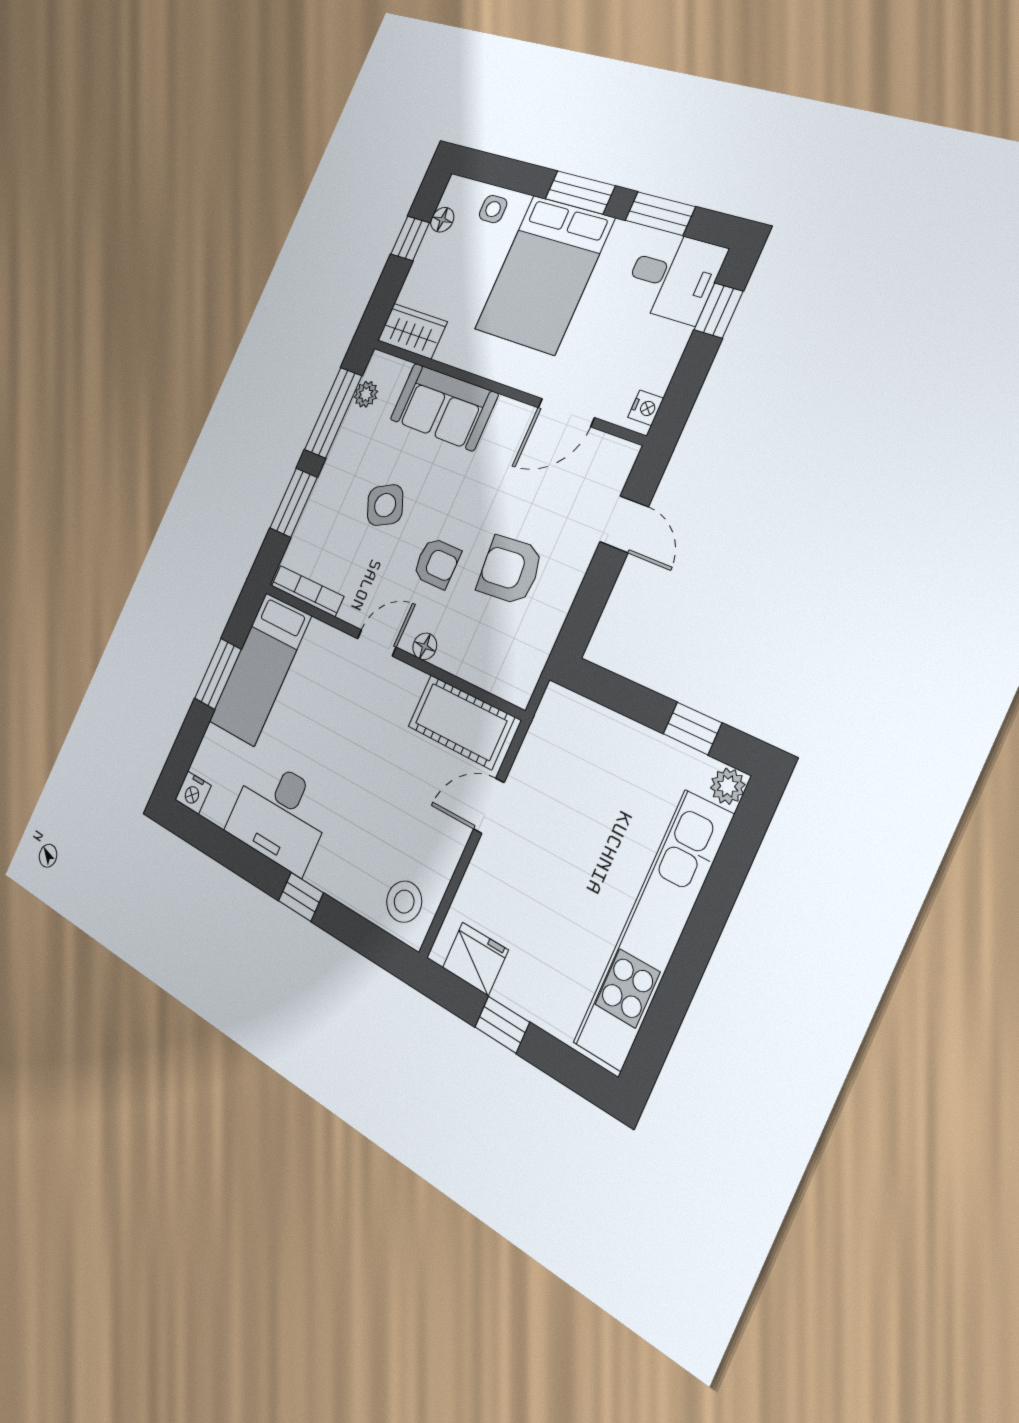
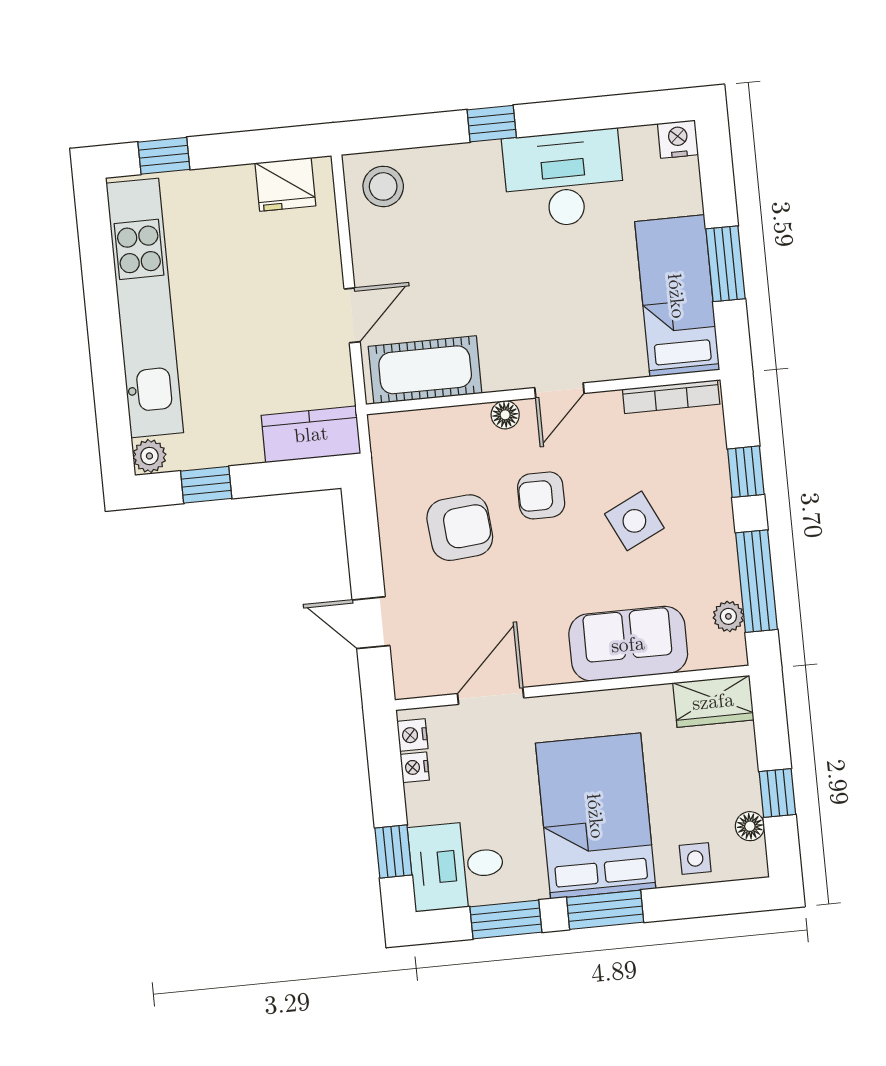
nightstand: (660, 378) -> (415, 767), added
window: (293, 503) -> (746, 472), width x0.67
kitchen counter: (579, 721) -> (311, 434), added
window: (502, 1025) -> (164, 156), moved

